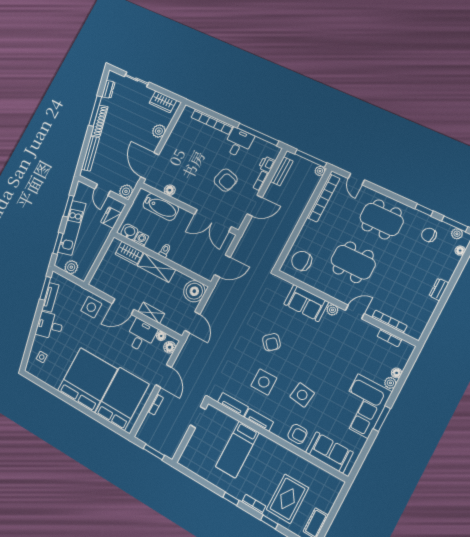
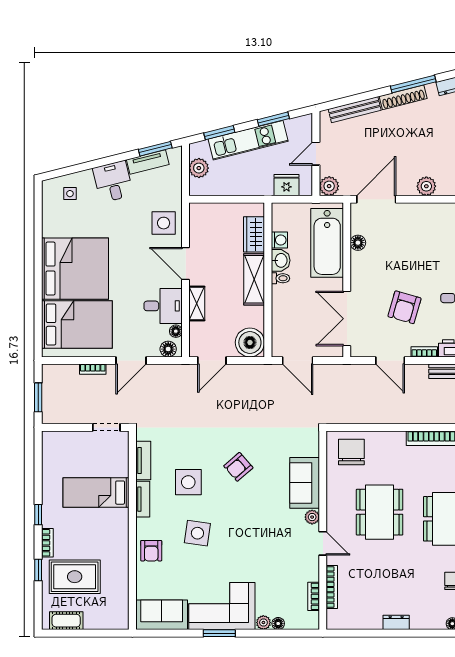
bathtub: (161, 207) -> (327, 243), width x1.36, depth x1.36
washbasin: (129, 232) -> (281, 260), moved
sofa: (329, 452) -> (162, 615), moved, turned -90

